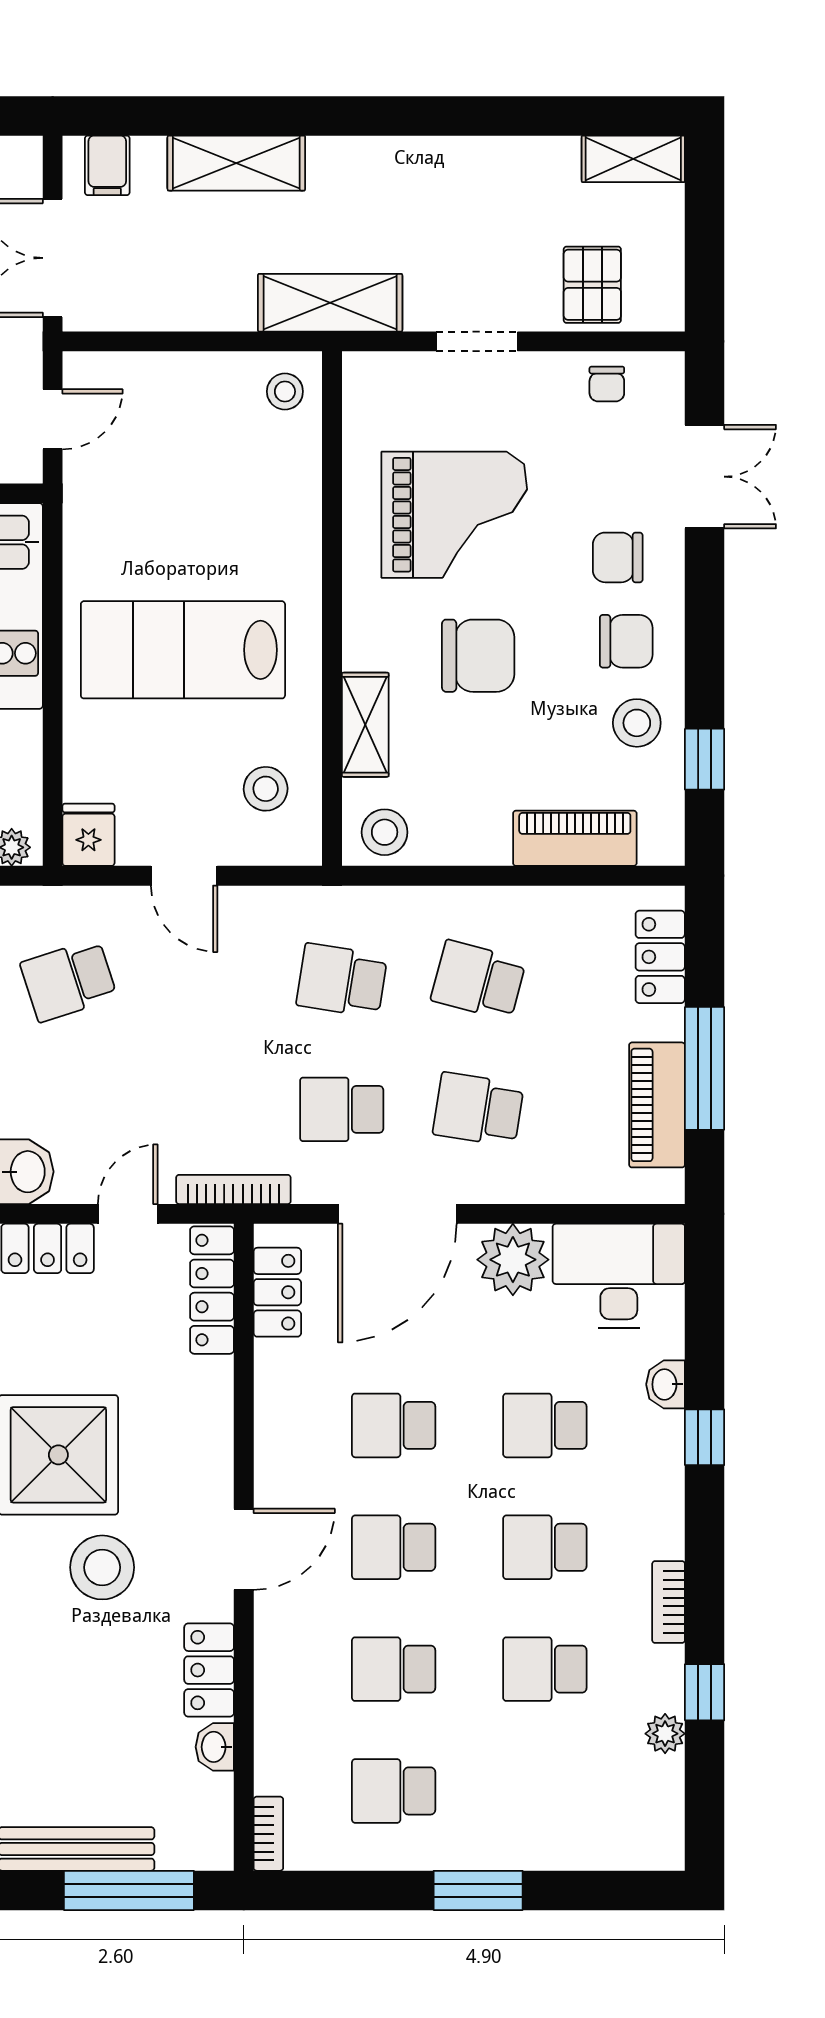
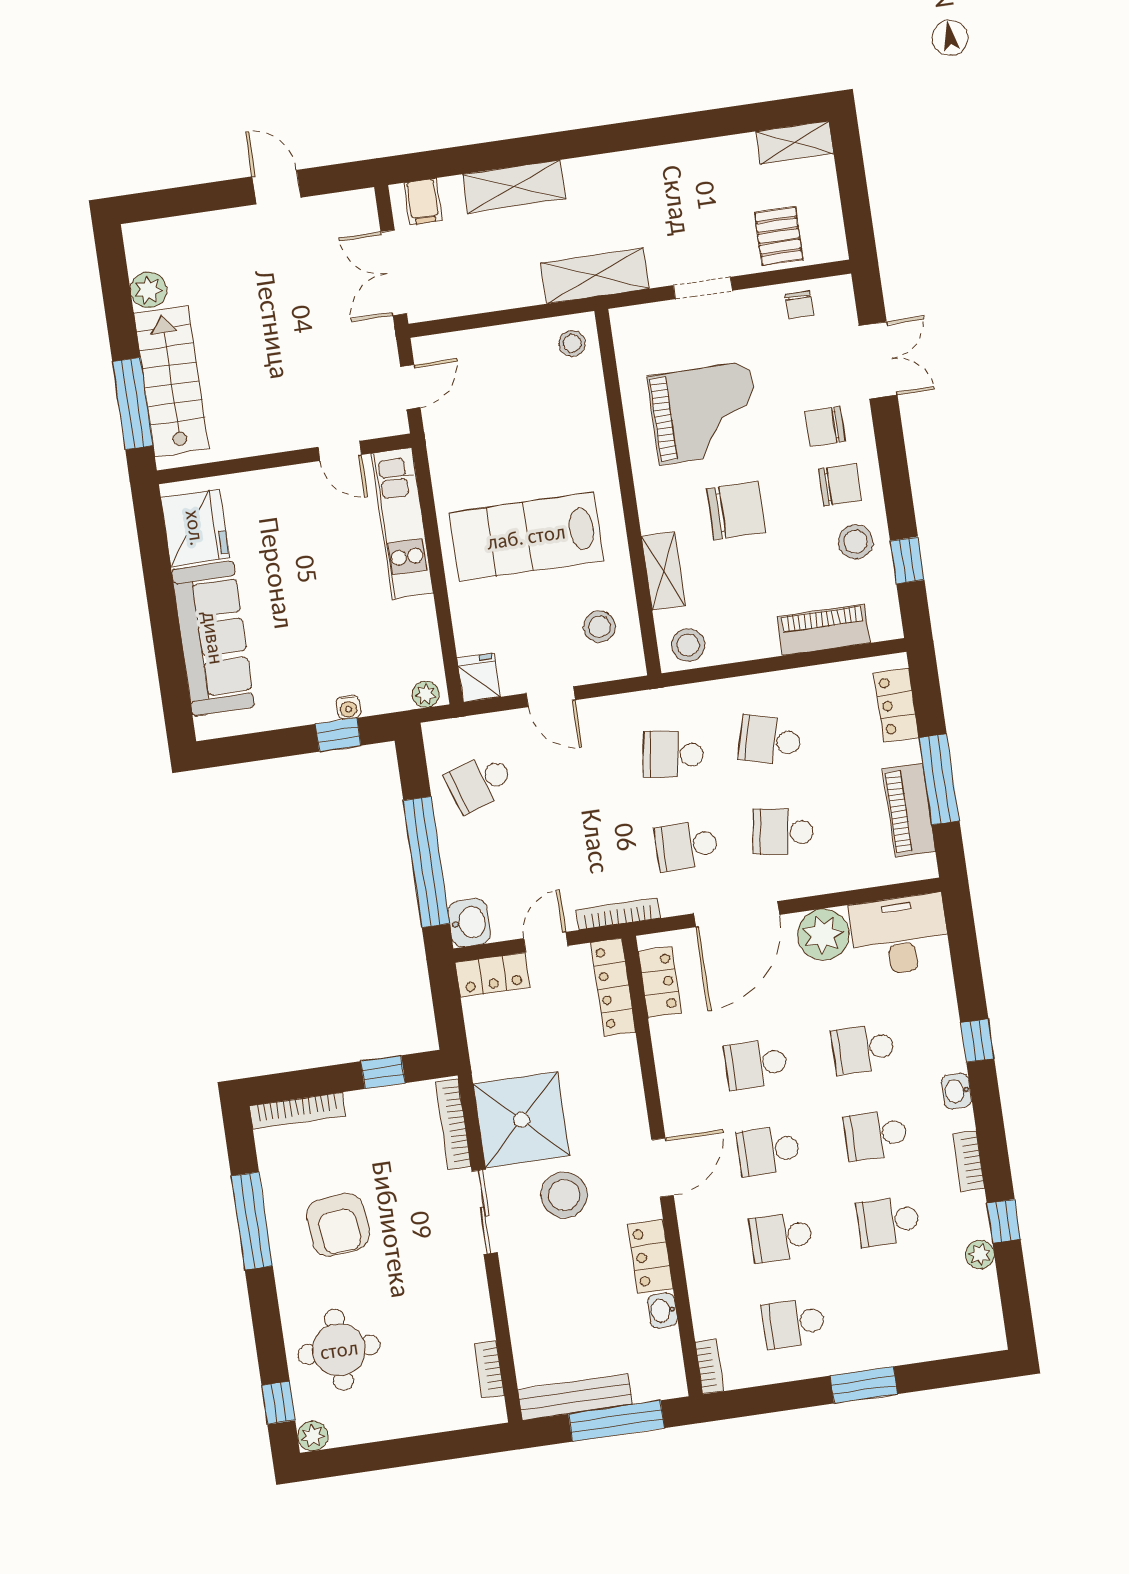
washbasin: (666, 1384) -> (956, 1091), moved

